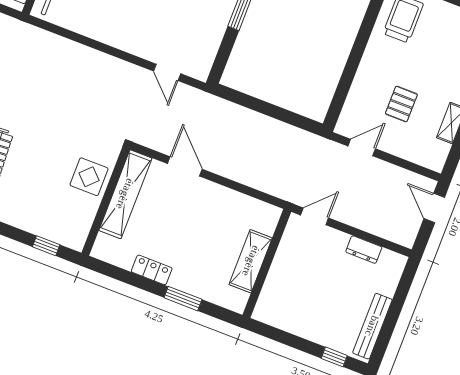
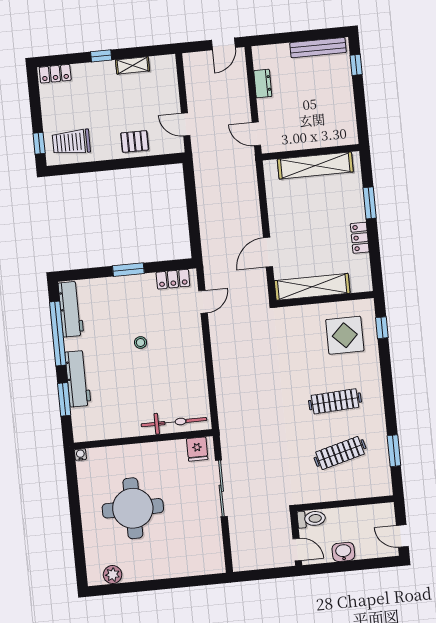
locker: (207, 53) -> (173, 279), added
pallet: (401, 104) -> (135, 141), moved
display table: (89, 177) -> (345, 335), moved, width x1.36, depth x1.36
door: (434, 208) -> (223, 44), moved
shelving: (251, 261) -> (315, 165), width x1.47

